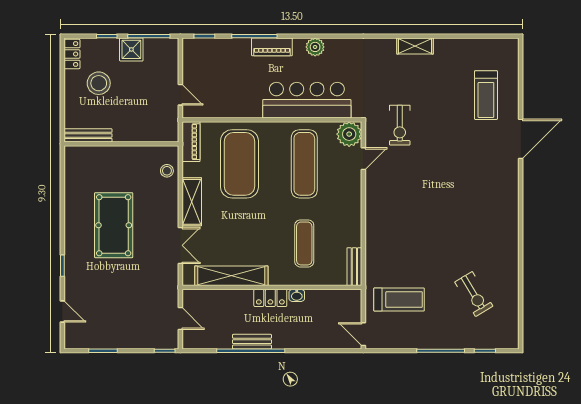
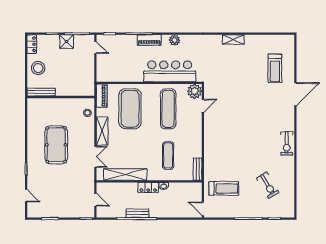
stool: (99, 83) -> (38, 68), moved
door: (180, 95) -> (95, 48), moved
exercise bike: (400, 125) -> (287, 144), moved

